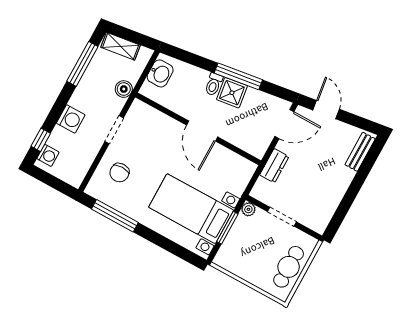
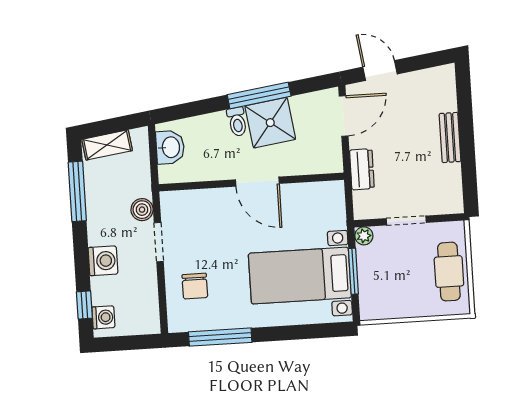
boiler: (124, 89) -> (142, 210), moved
shower: (232, 93) -> (270, 123), width x1.36, depth x1.36
bench: (360, 152) -> (450, 138), moved

